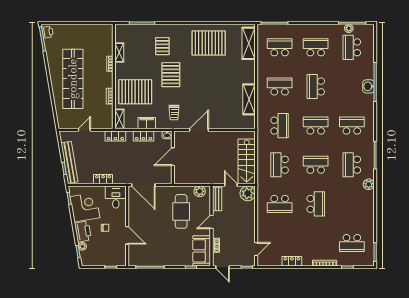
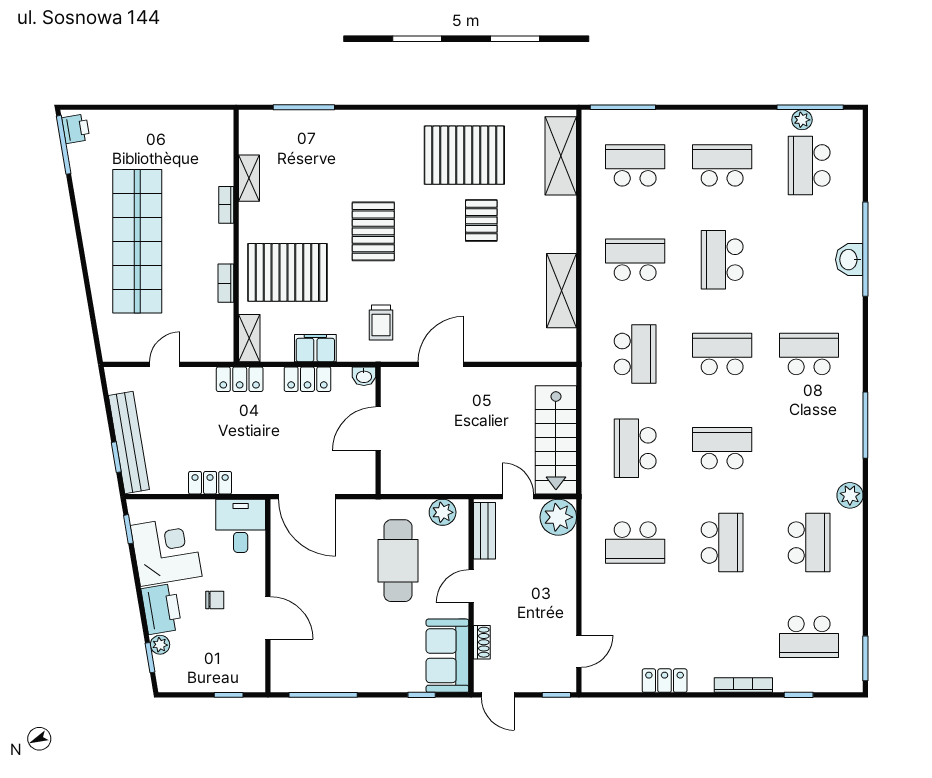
pallet: (162, 46) -> (481, 220), moved
school desk: (352, 165) -> (809, 543), moved, turned 180

